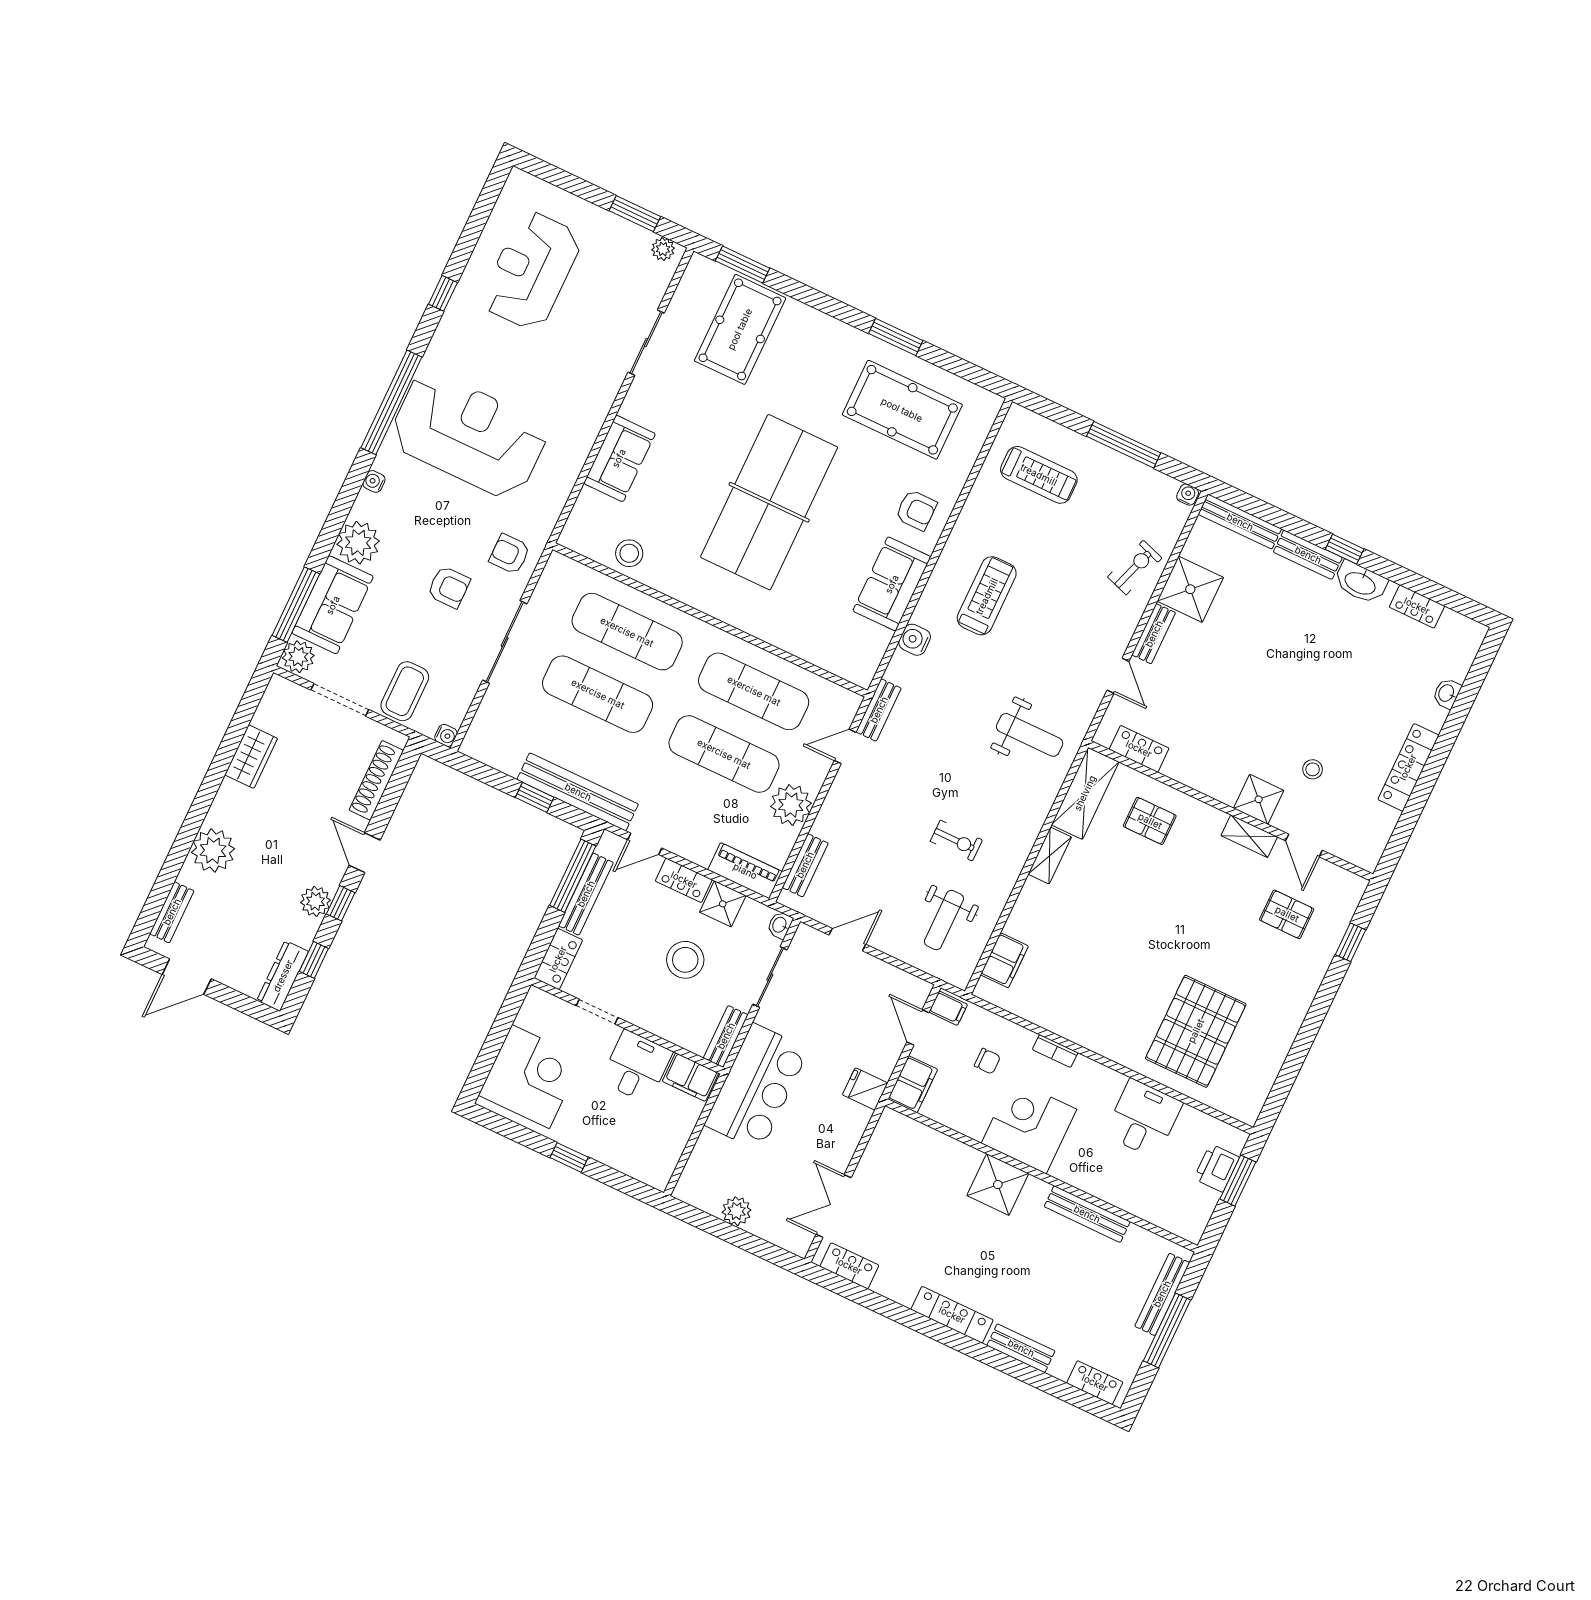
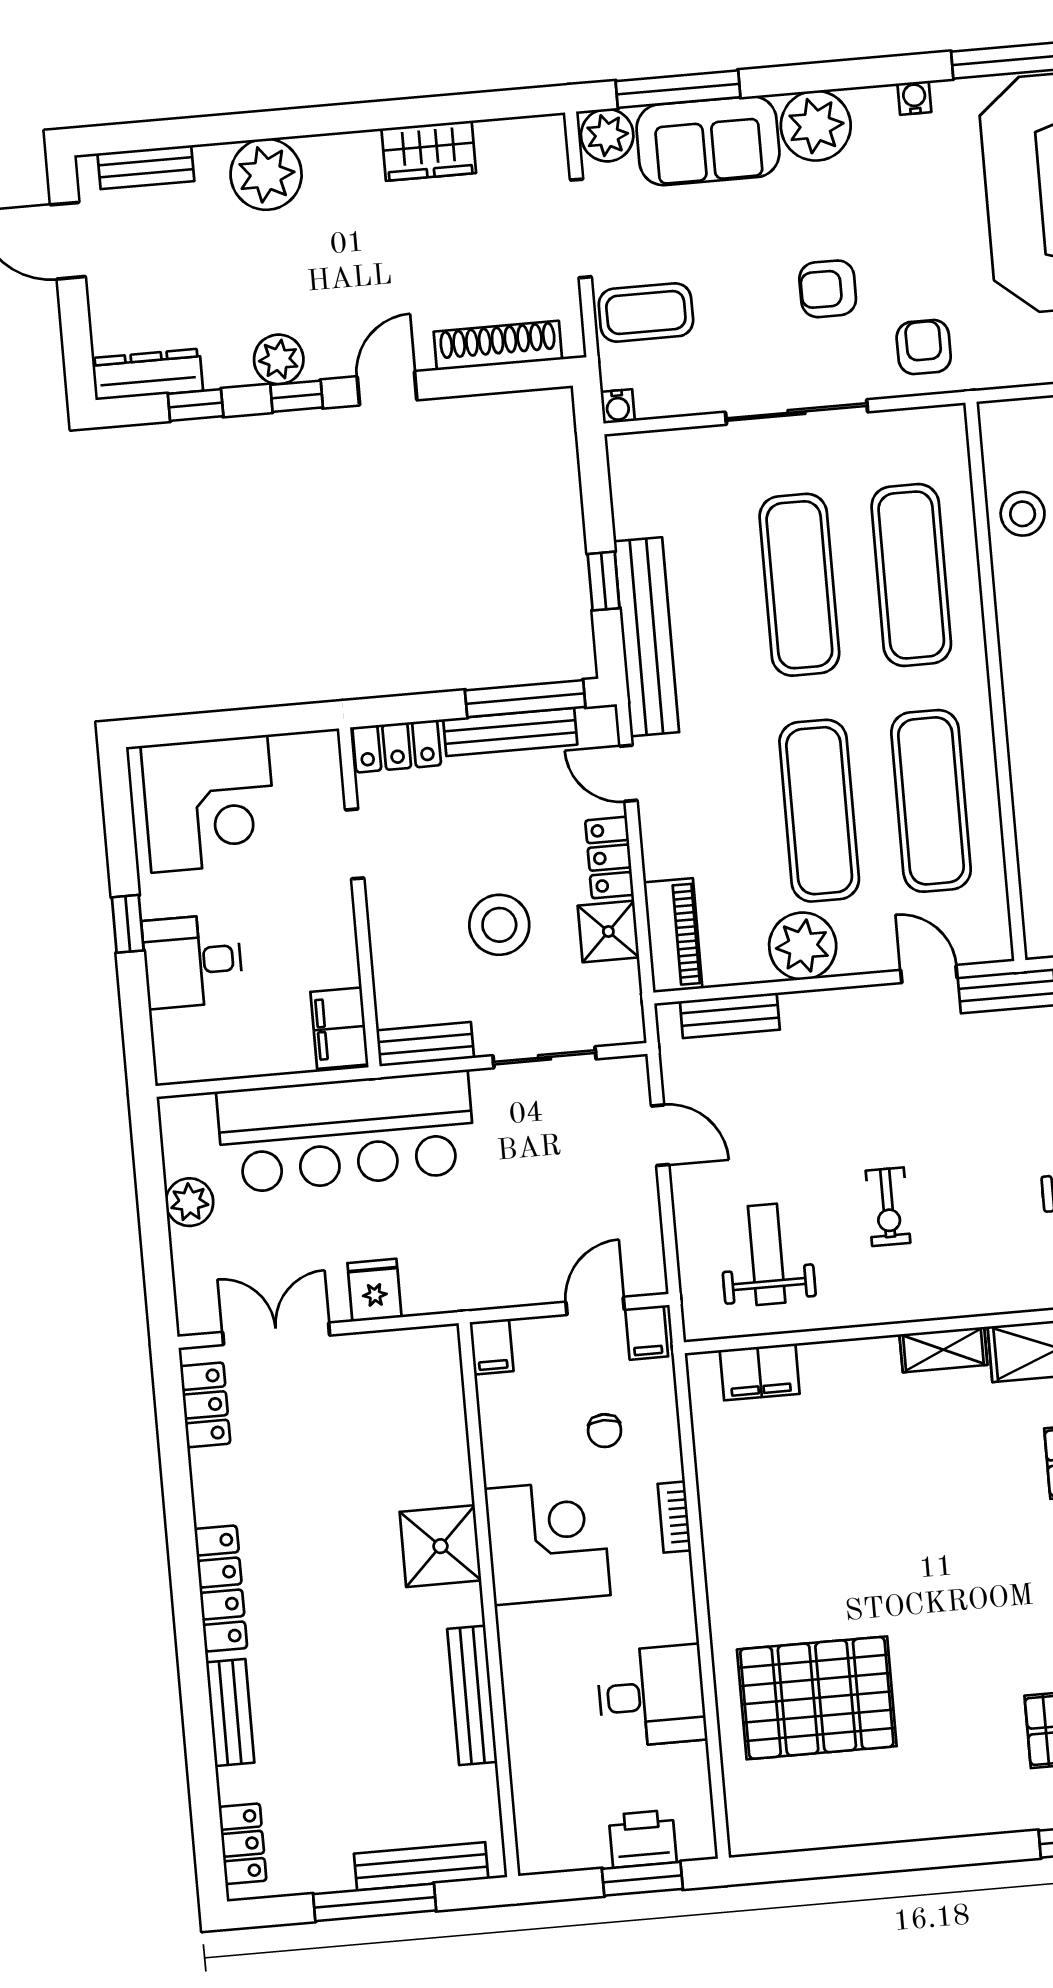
armchair: (449, 587) -> (828, 289), turned 90
weight bench: (944, 920) -> (767, 1254), turned 90
washbasin: (780, 925) -> (625, 1029), removed
desk: (636, 1067) -> (193, 961), moved, turned 180
filing cabinet: (913, 1084) -> (492, 1347), width x0.50
bar counter: (757, 1087) -> (346, 1132), width x1.36
fridge: (865, 1089) -> (374, 1290), moved

